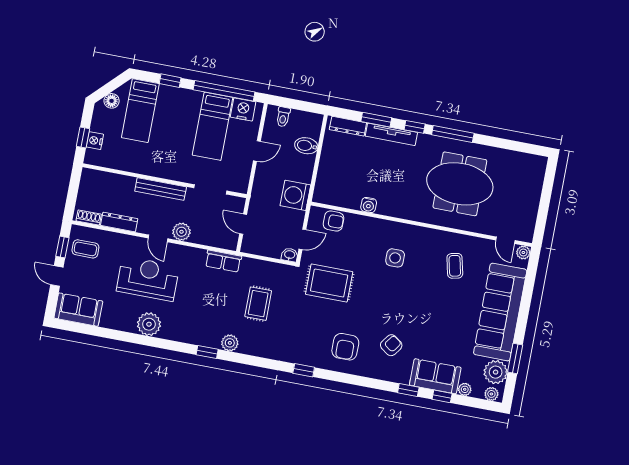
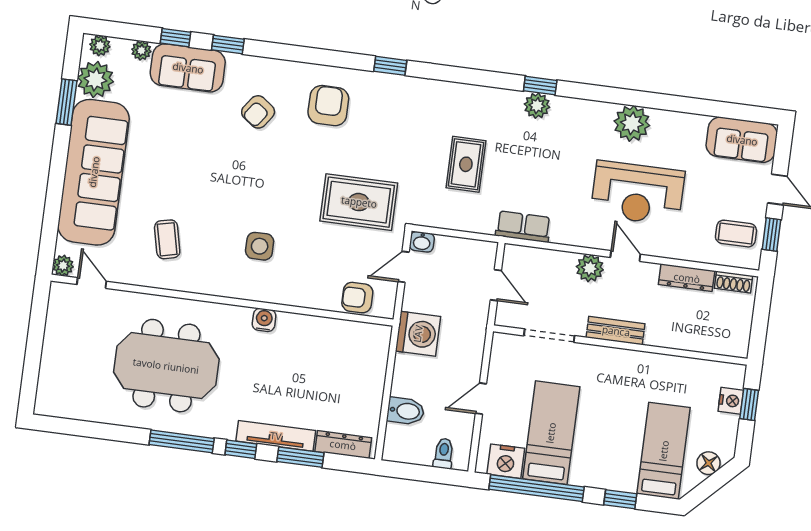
bench: (161, 189) -> (616, 331), width x0.73
water cooler: (369, 205) -> (264, 320), moved
plant: (230, 343) -> (537, 106), moved

